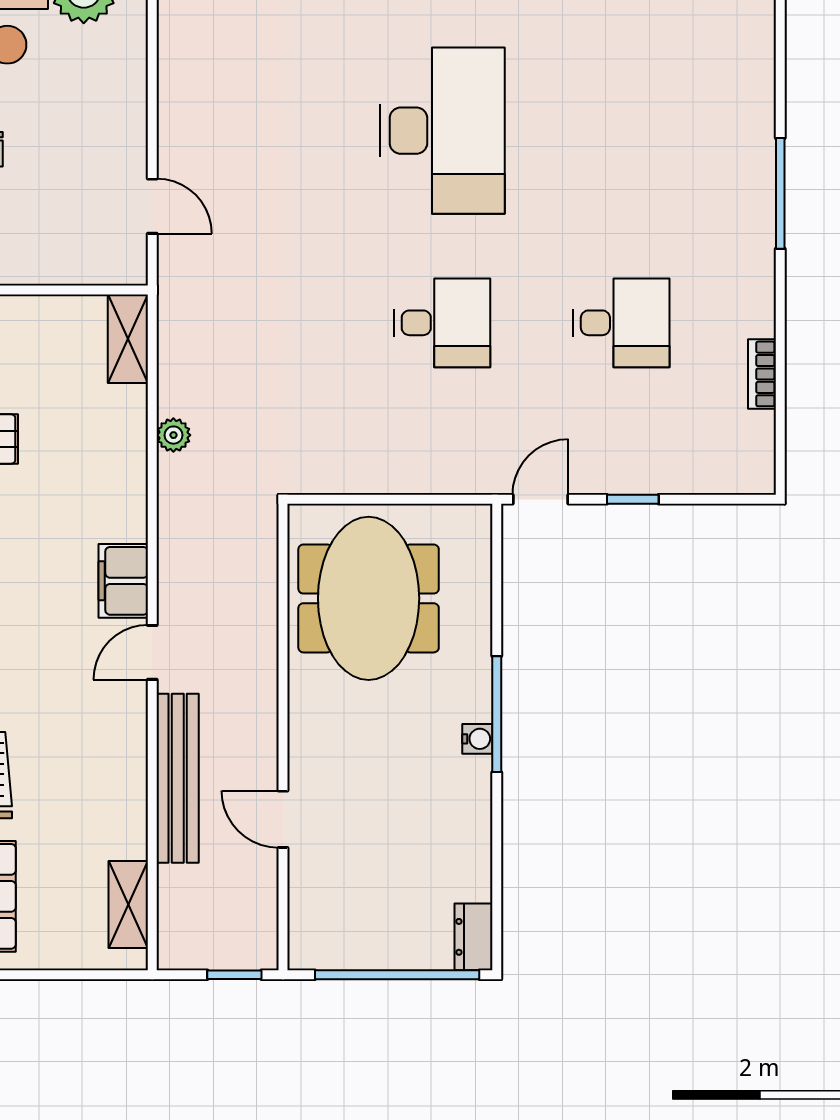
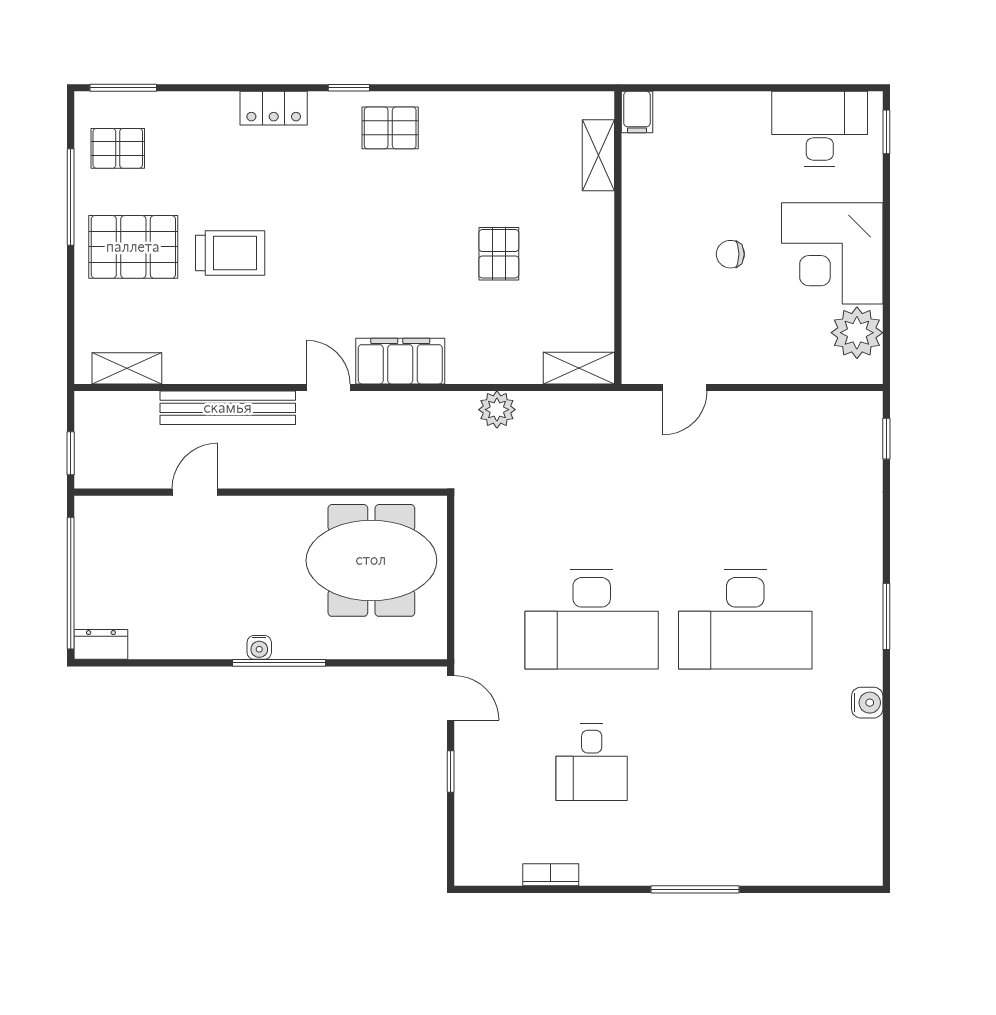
desk: (442, 323) -> (592, 619), width x1.87, depth x1.30
plant: (173, 435) -> (497, 410), width x1.38, depth x1.38
filing cabinet: (123, 581) -> (400, 361), width x1.50, depth x1.17

